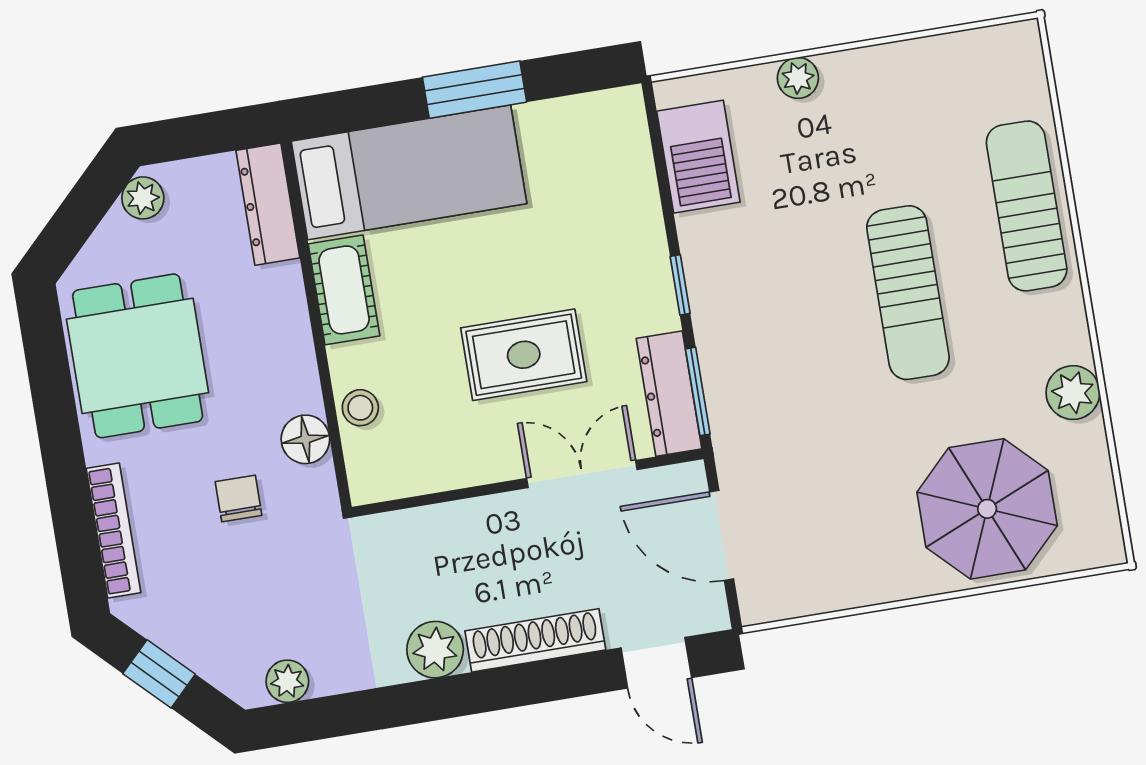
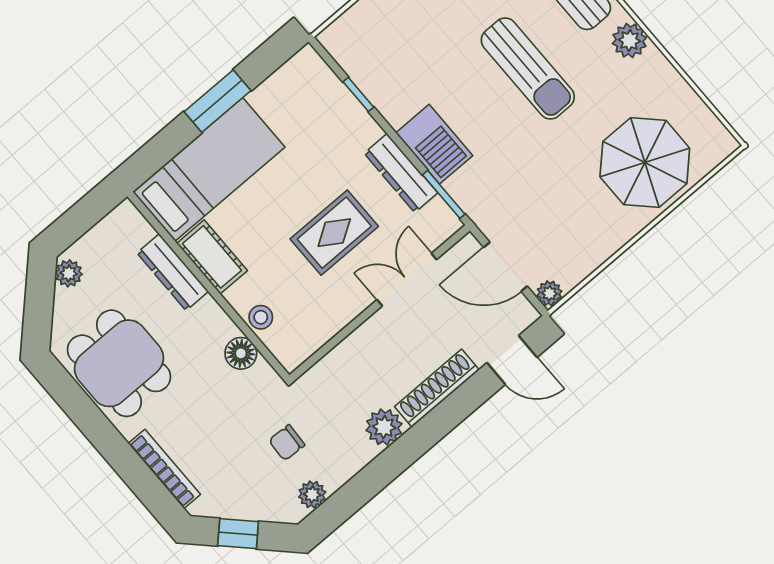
barbecue: (698, 157) -> (434, 144), moved
dresser: (268, 204) -> (173, 272), moved
window: (680, 285) -> (358, 94), moved
plant: (1073, 393) -> (629, 40), moved
dresser: (669, 394) -> (401, 173), moved
chair: (239, 499) -> (287, 443), moved, turned -87
plant: (758, 605) -> (549, 293), added

